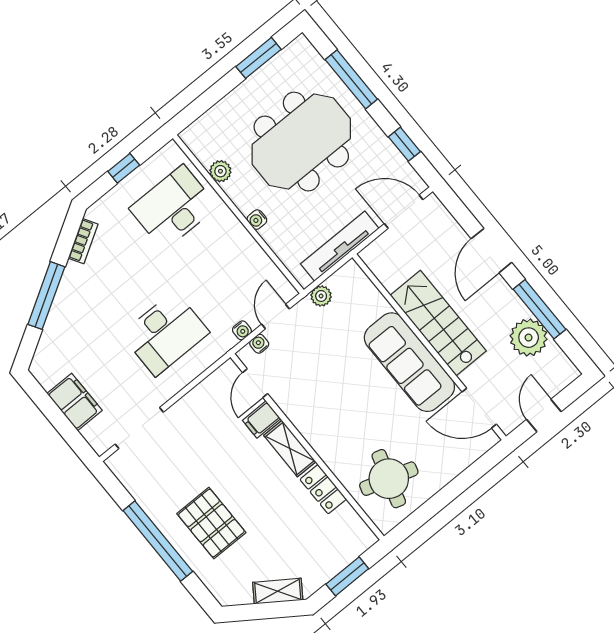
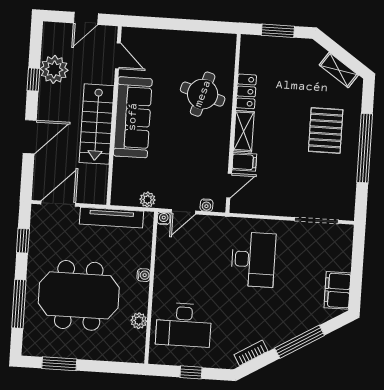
door: (404, 212) -> (58, 204), swing flipped
window: (540, 309) -> (33, 79), width x0.46
water cooler: (242, 330) -> (164, 219), moved
desk: (165, 333) -> (253, 259), turned 90
filing cabinet: (75, 402) -> (337, 290), moved
door: (479, 408) -> (118, 56), width x0.73
round table: (389, 479) -> (203, 94), moved
shelving: (278, 591) -> (339, 70), moved

